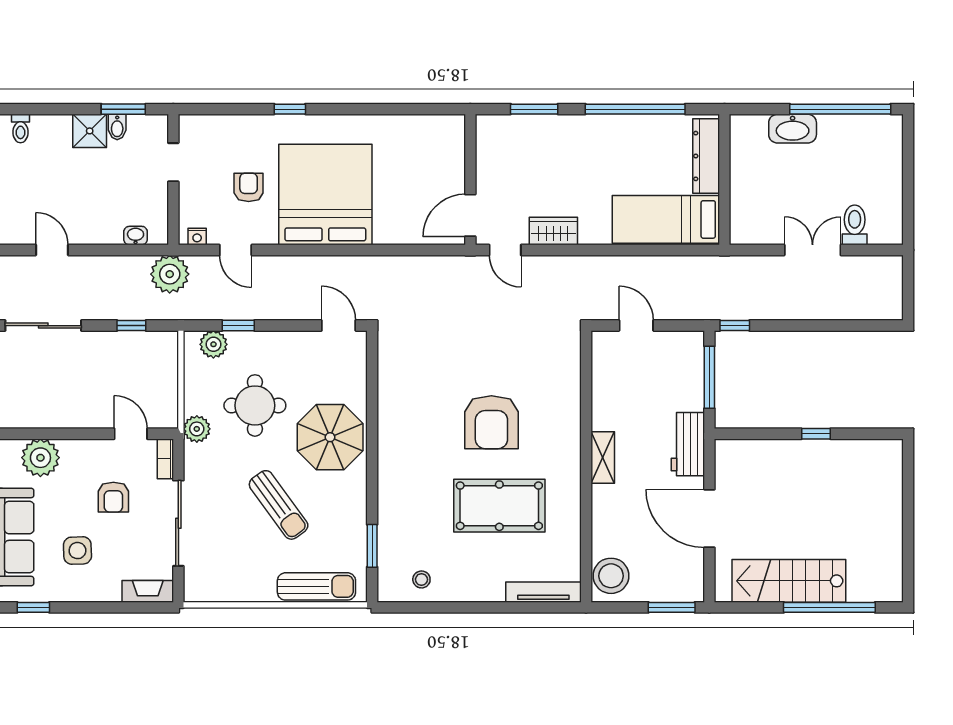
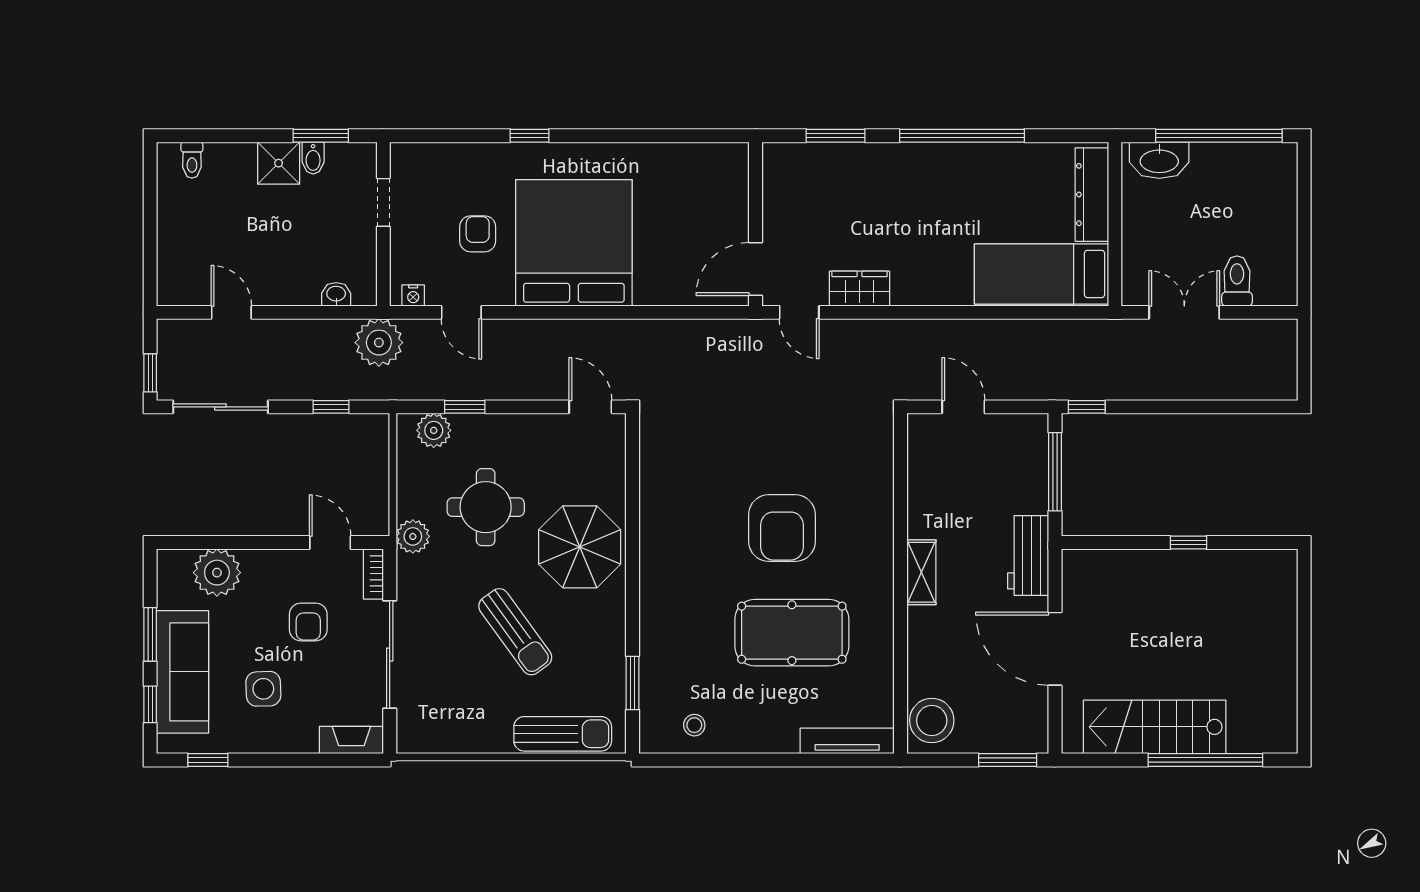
dresser: (706, 156) -> (1092, 195), moved
wall: (724, 180) -> (1115, 224), moved
bed: (666, 219) -> (1042, 274), moved

